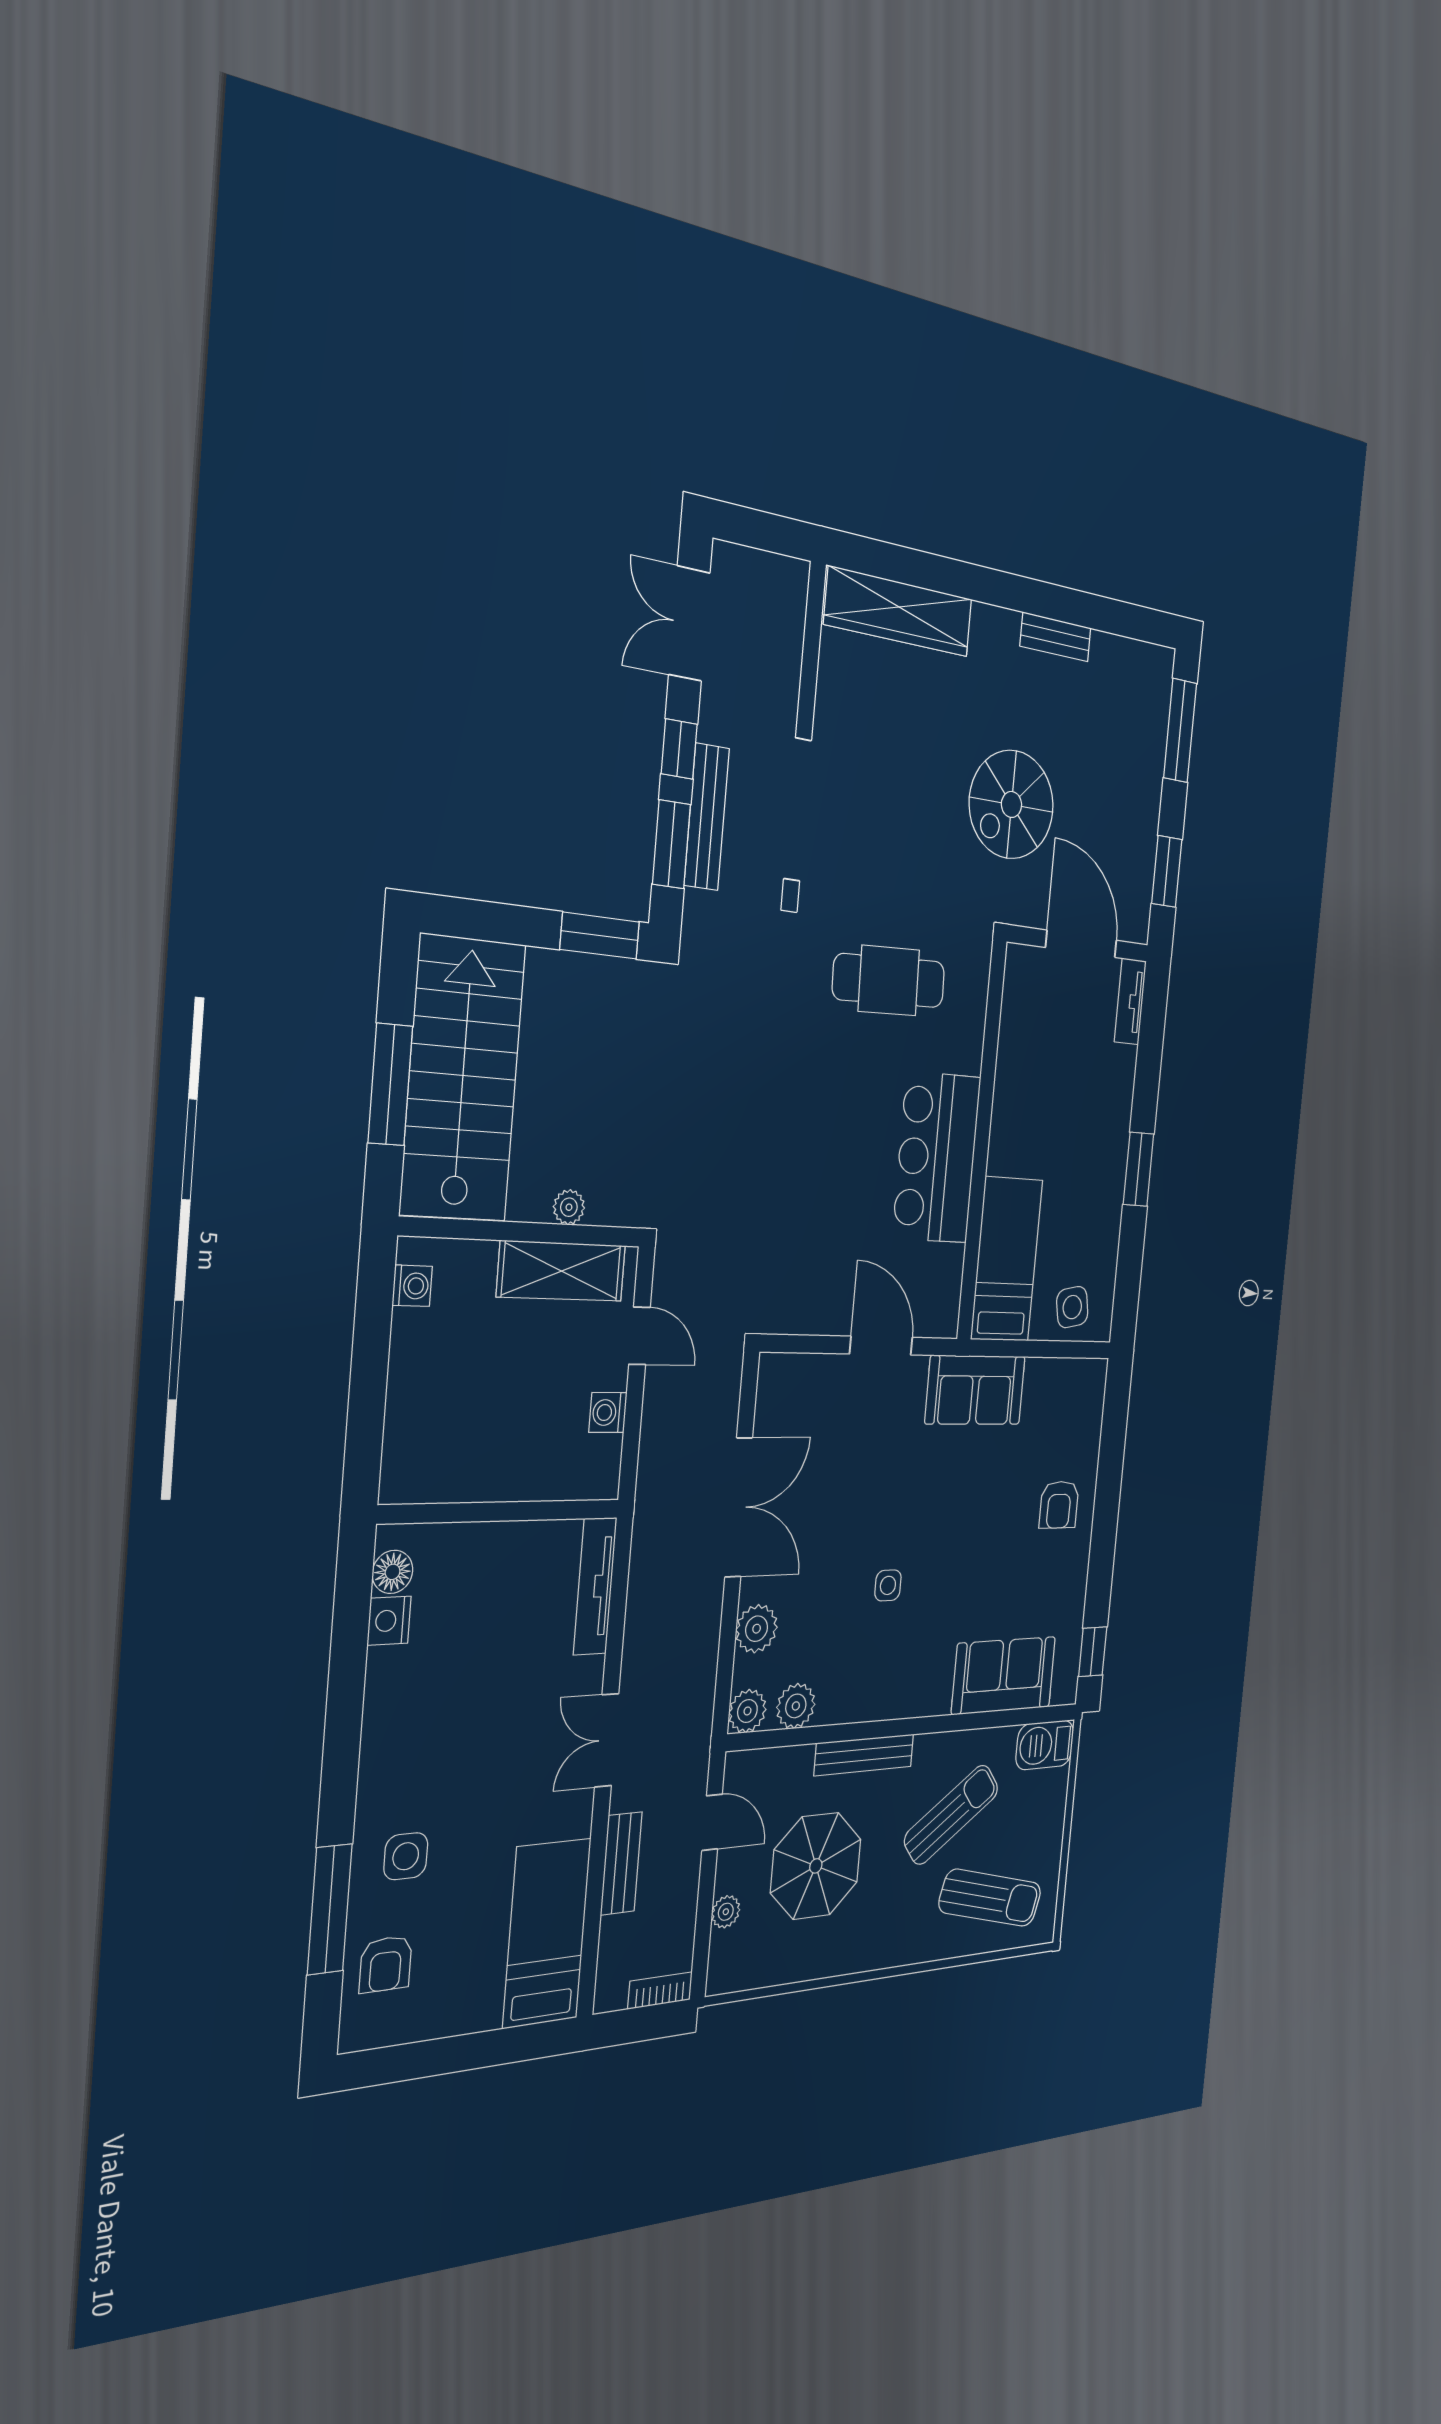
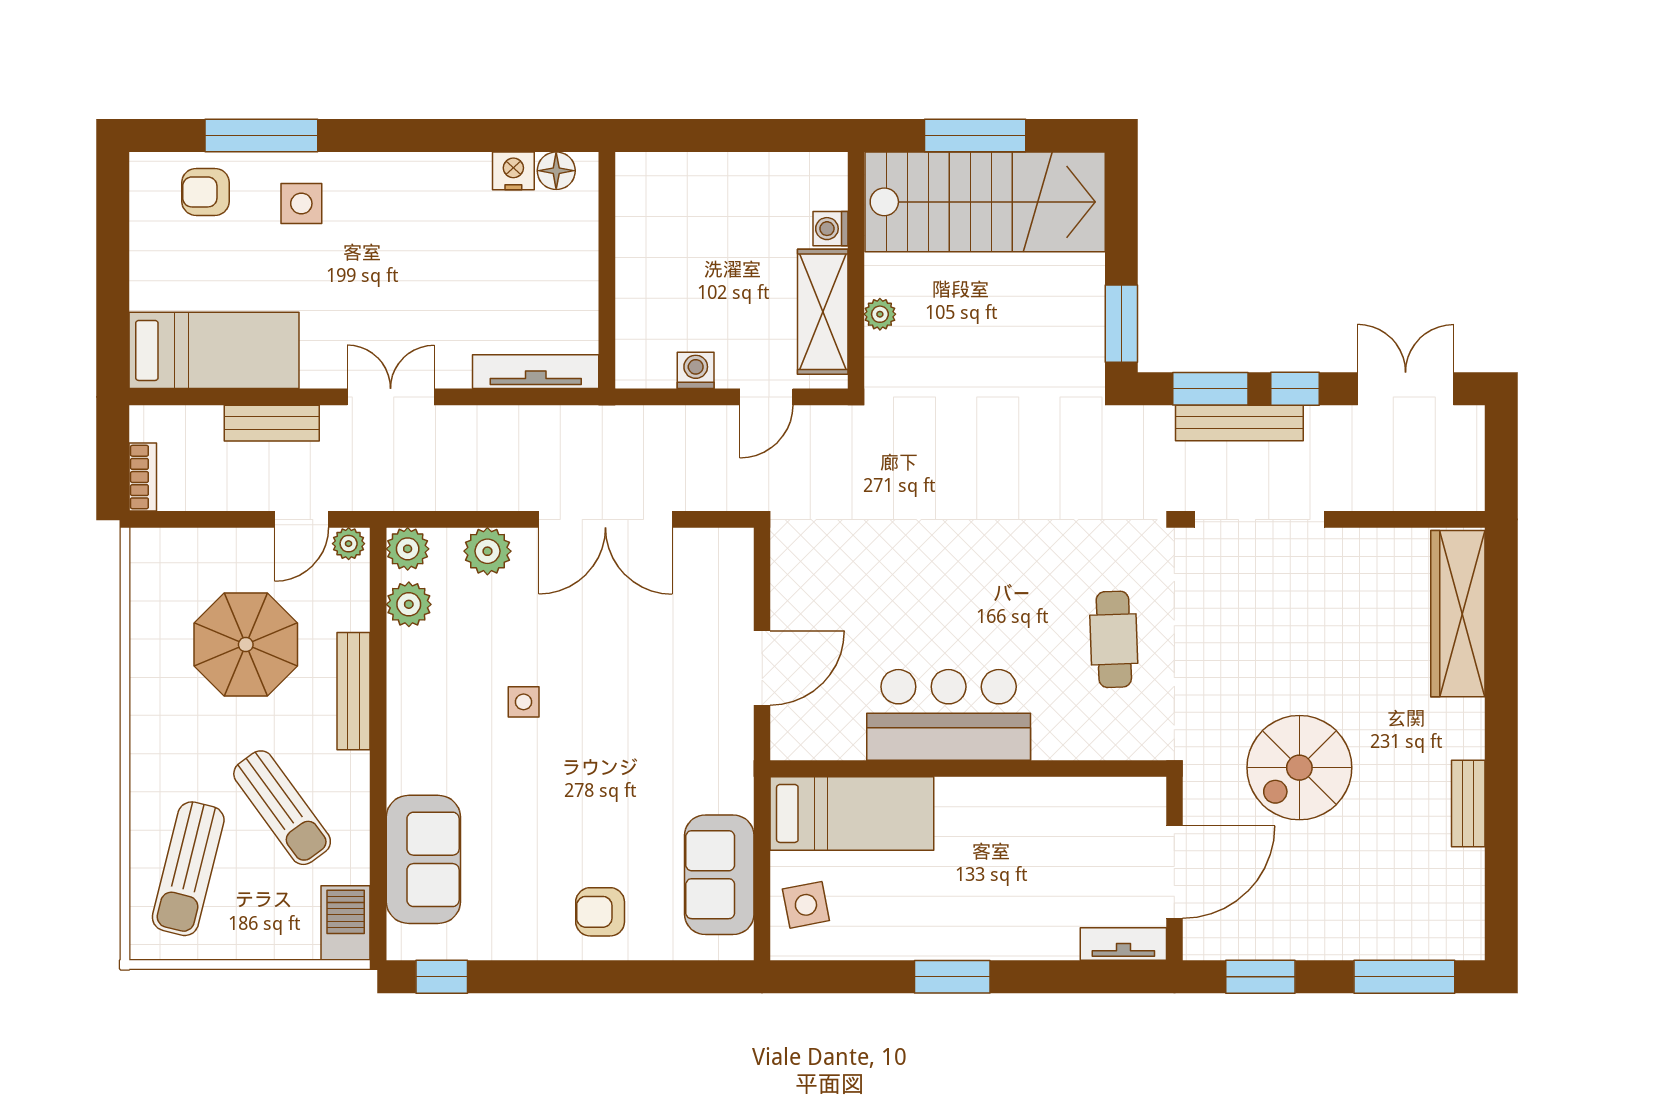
spiral stairs: (1011, 805) -> (1299, 768), turned -90
cafe table: (889, 981) -> (1114, 639), width x0.73, depth x0.74
washing machine: (412, 1286) -> (830, 229), moved, turned 90
sofa: (975, 1390) -> (719, 875), moved
plant: (726, 1912) -> (349, 544), moved

